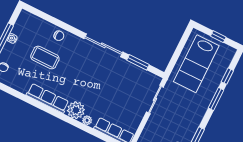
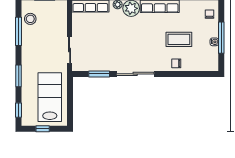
window: (227, 76) -> (19, 110), moved

